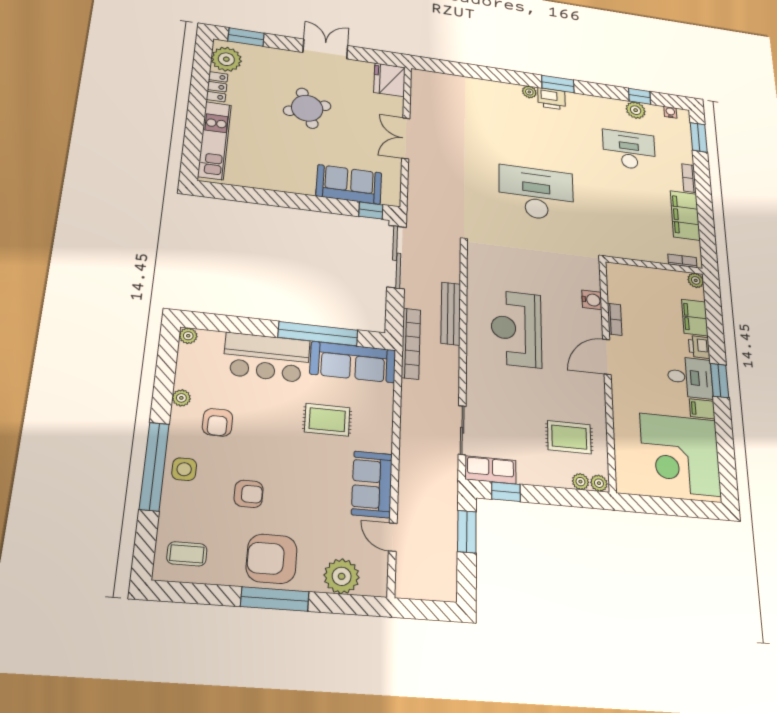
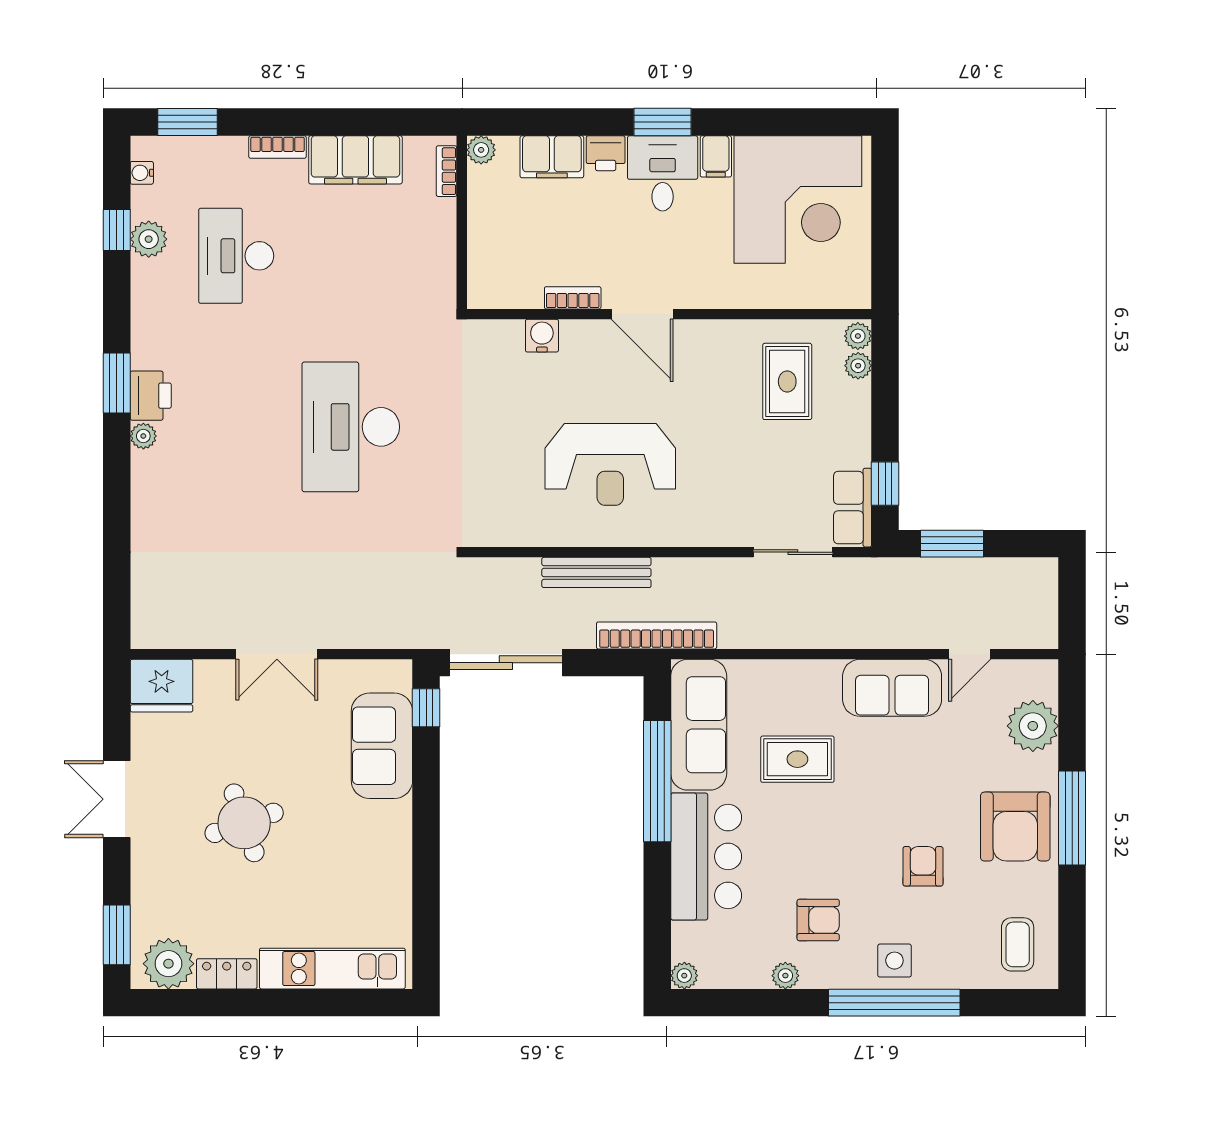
rug: (327, 420) -> (797, 759), turned 90

